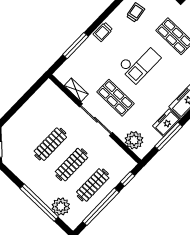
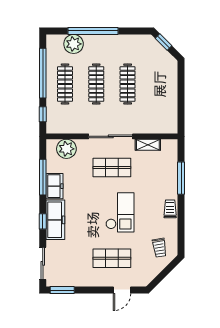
checkout: (139, 62) -> (120, 212), turned 180

